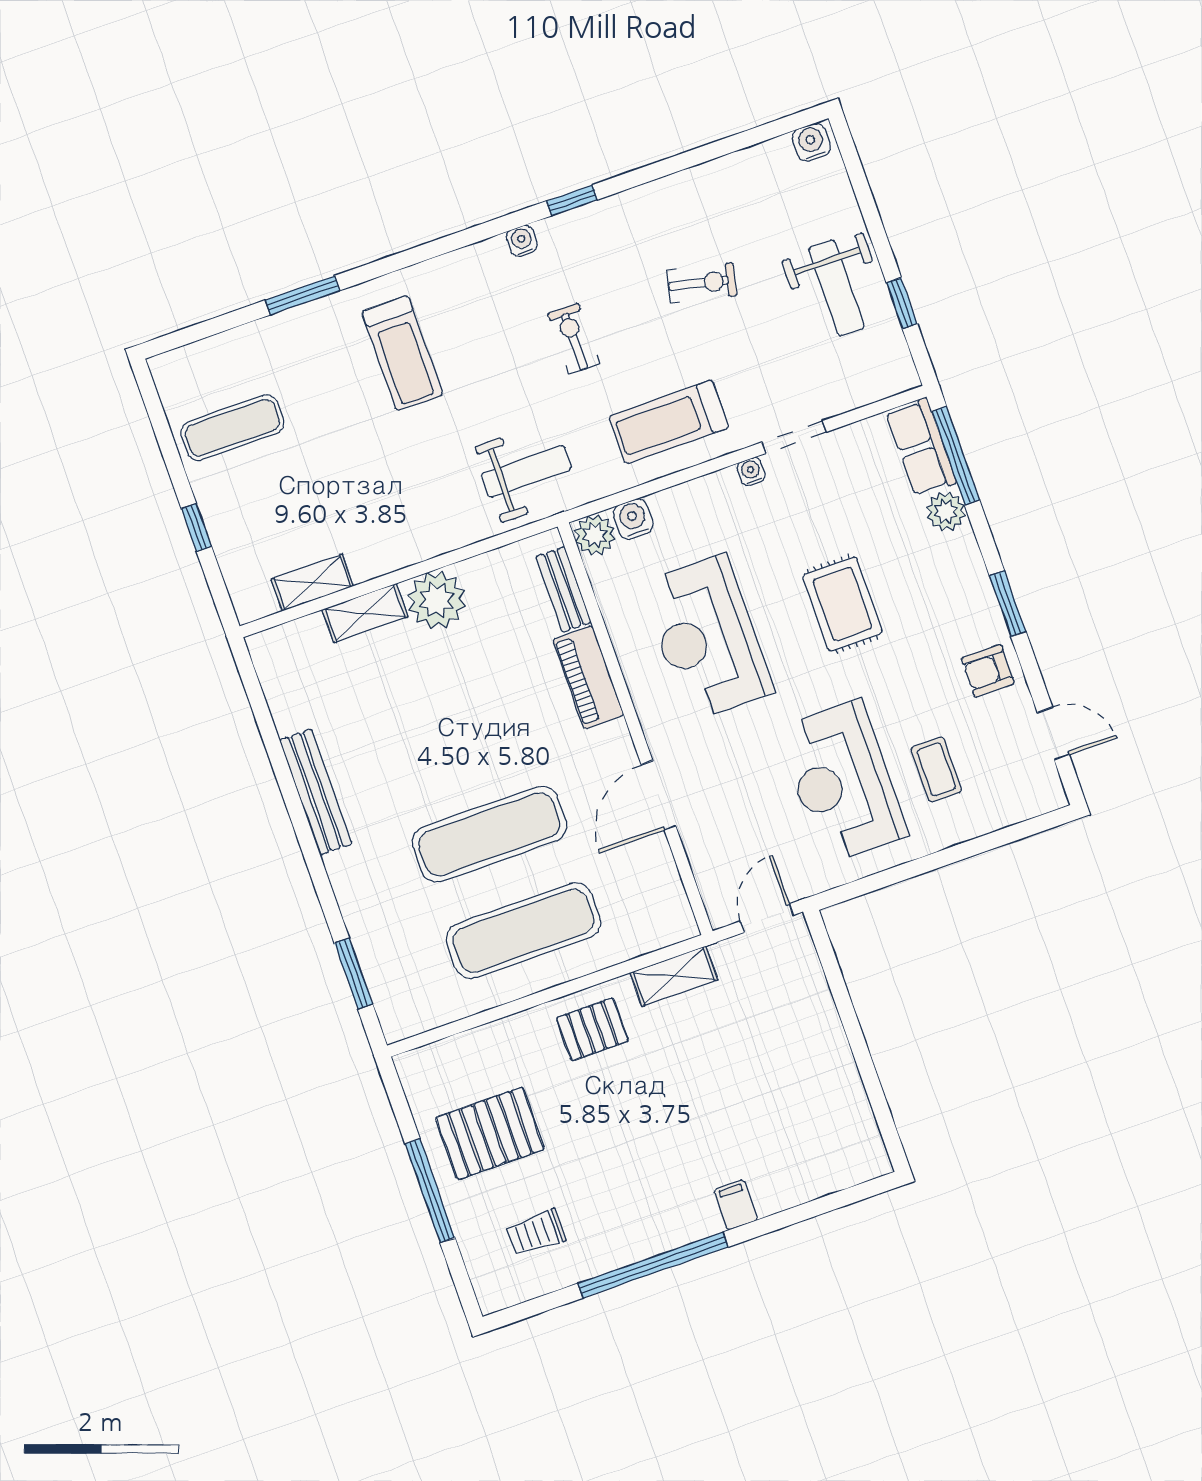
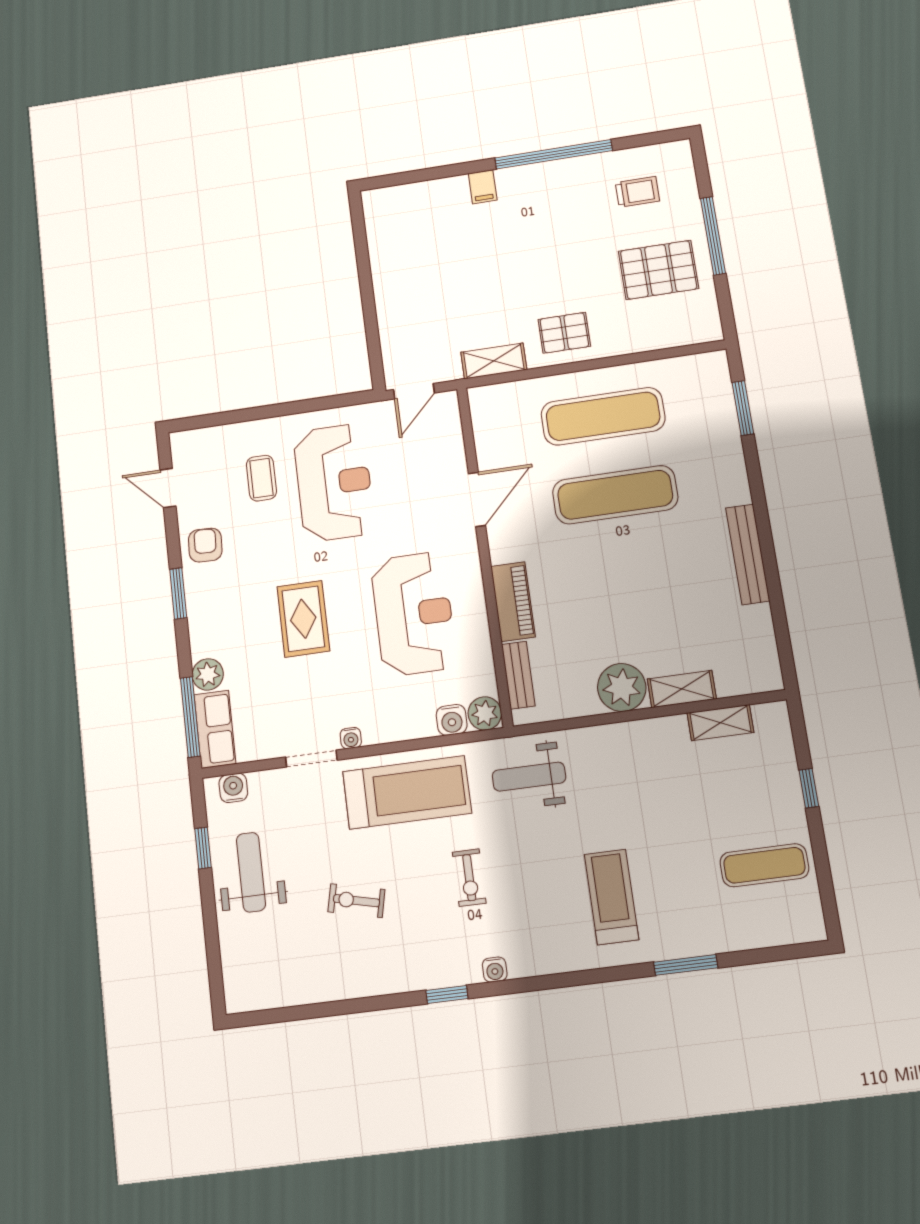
water cooler: (811, 142) -> (233, 788), moved, turned 180
treadmill: (669, 422) -> (407, 792), width x1.37, depth x1.38
armchair: (988, 671) -> (205, 545), turned -88

